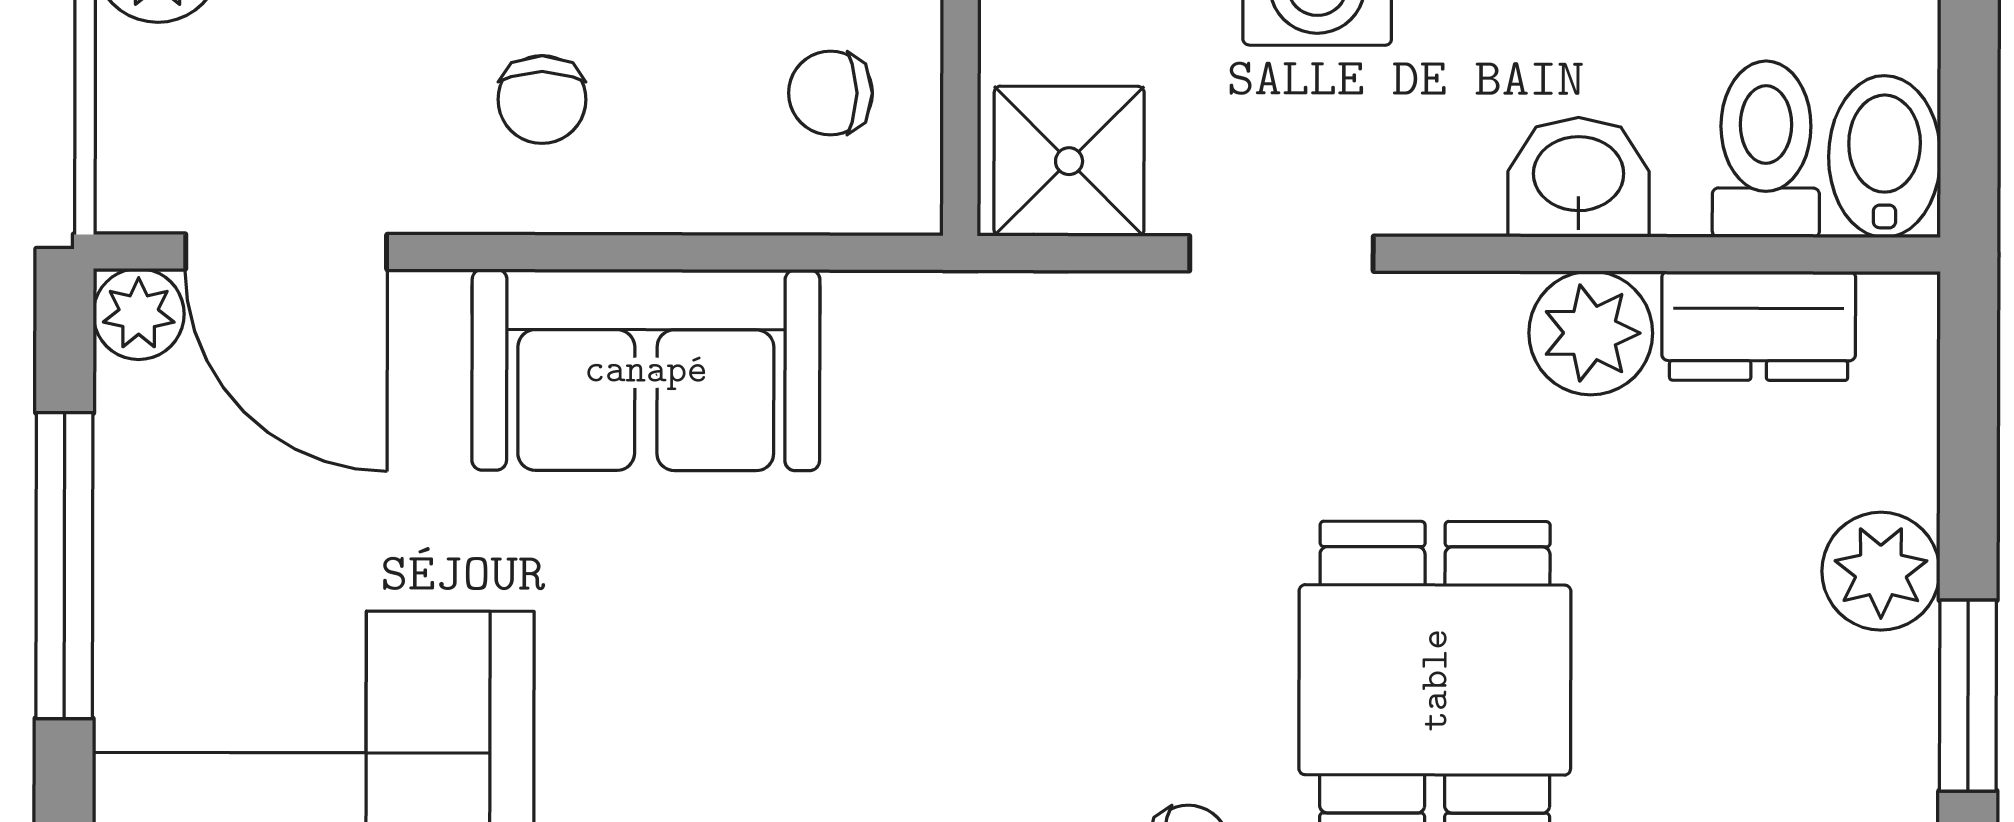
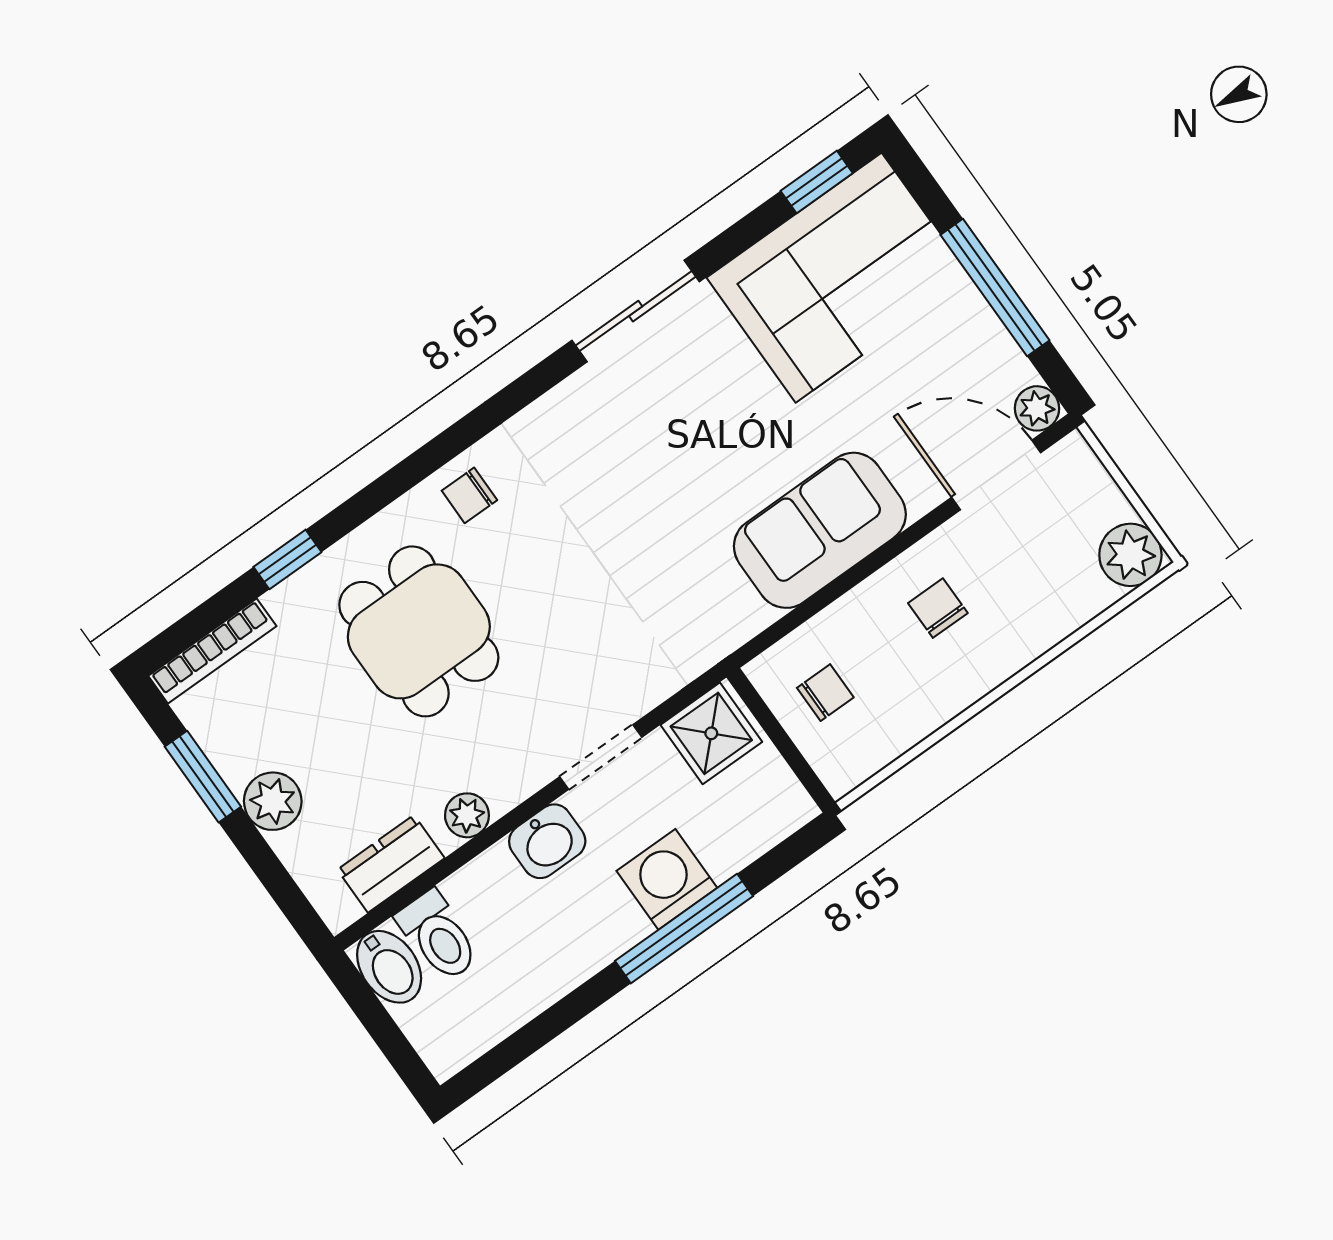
washbasin: (1579, 177) -> (547, 841), moved
plant: (1591, 333) -> (467, 815), width x0.73, depth x0.73

